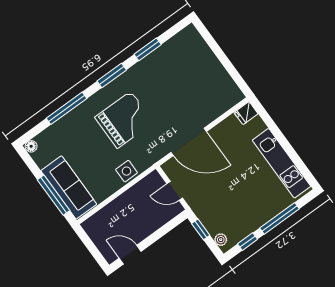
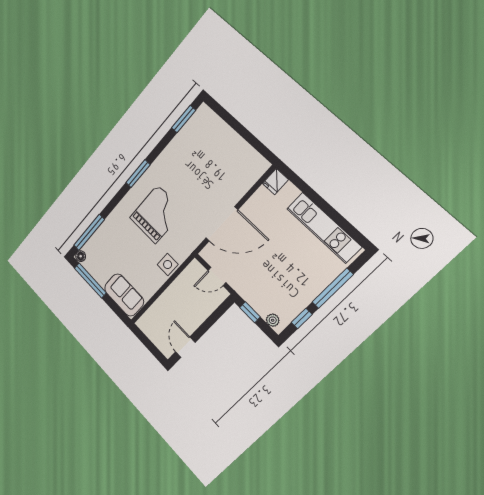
window: (148, 49) -> (183, 119), moved
window: (67, 108) -> (89, 232), moved
sofa: (69, 187) -> (124, 295), width x0.73
window: (54, 195) -> (90, 280), moved
door: (130, 255) -> (185, 347), hinge flipped

